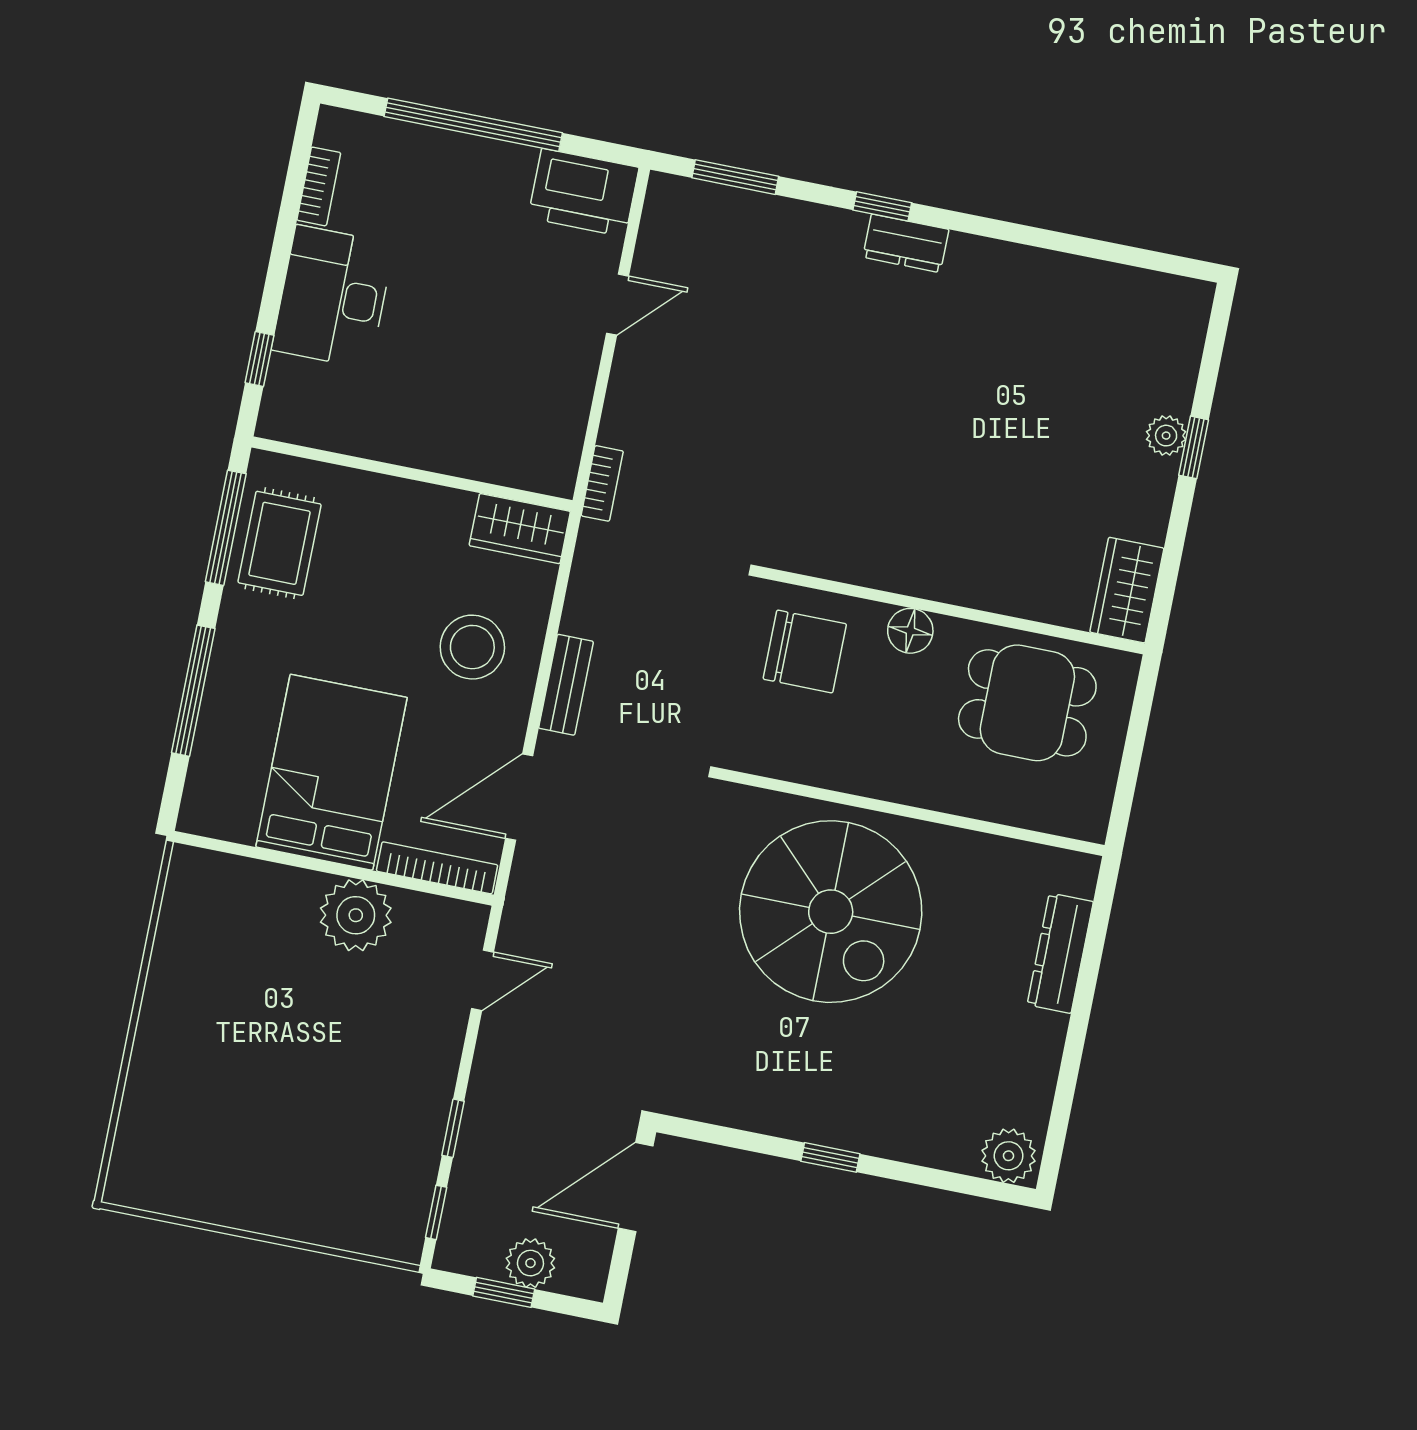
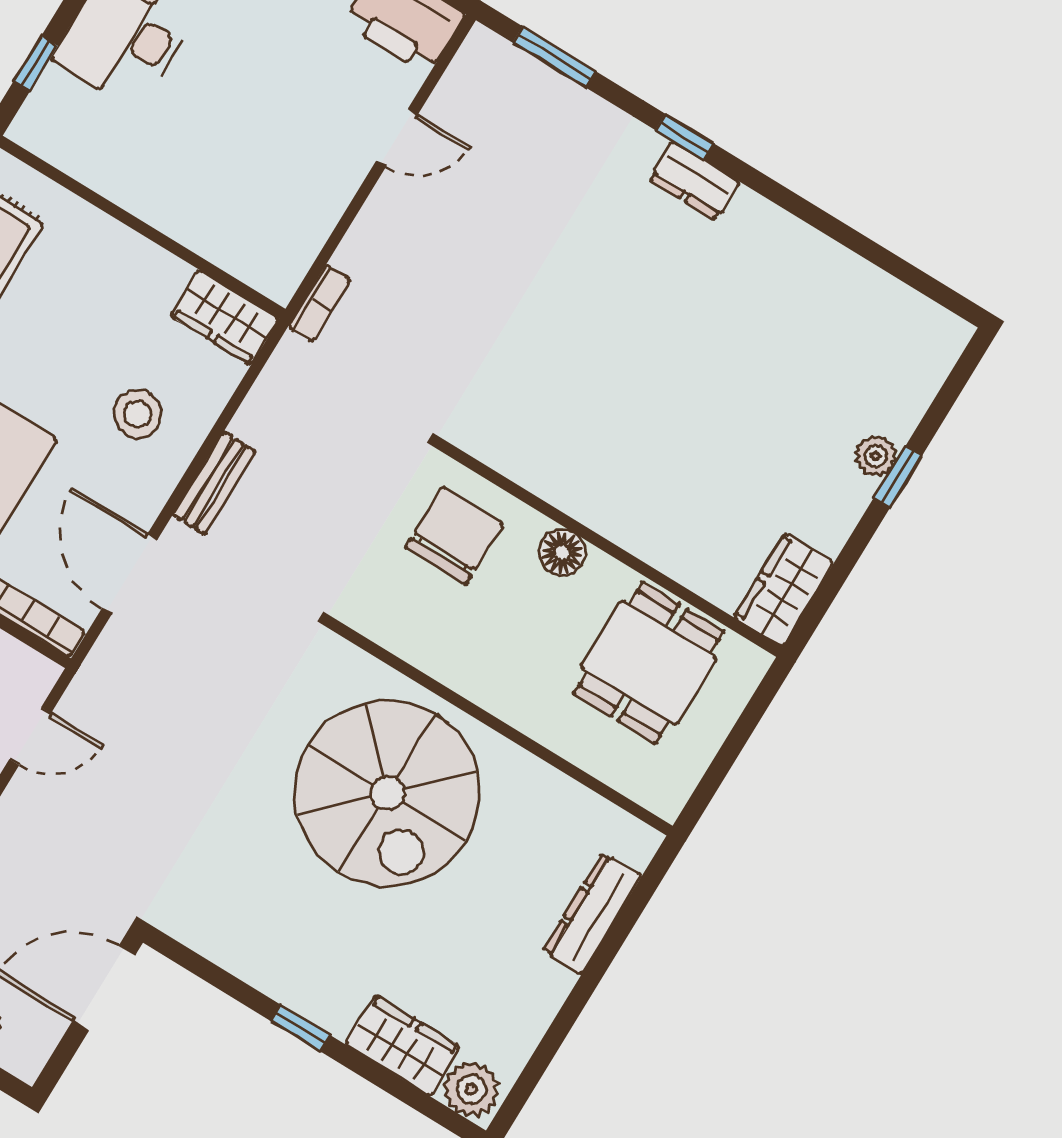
stool: (472, 647) -> (138, 414), width x0.73, depth x0.73
chair: (805, 651) -> (454, 535), turned -90
dining table: (1027, 703) -> (649, 663), turned 90
door: (519, 797) -> (130, 574), hinge flipped
wardrobe: (930, 1139) -> (403, 1045), added

